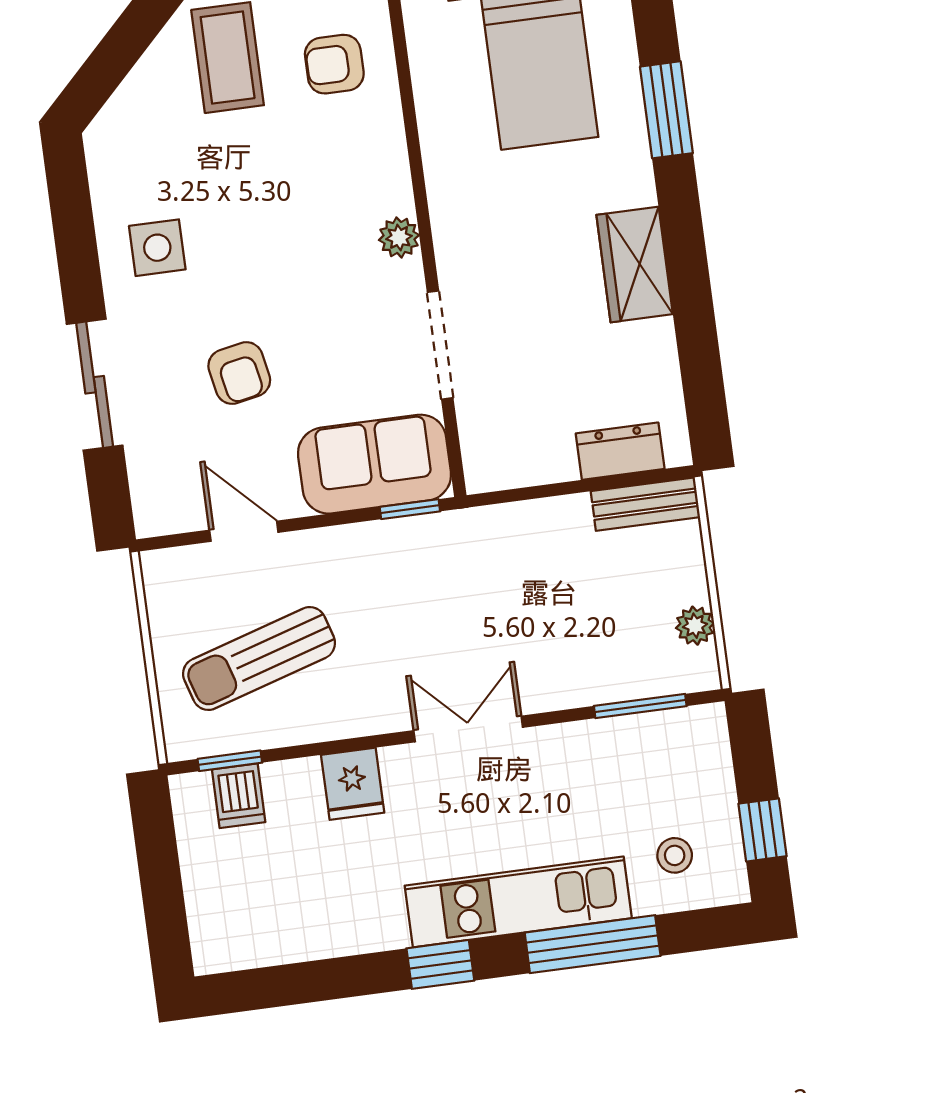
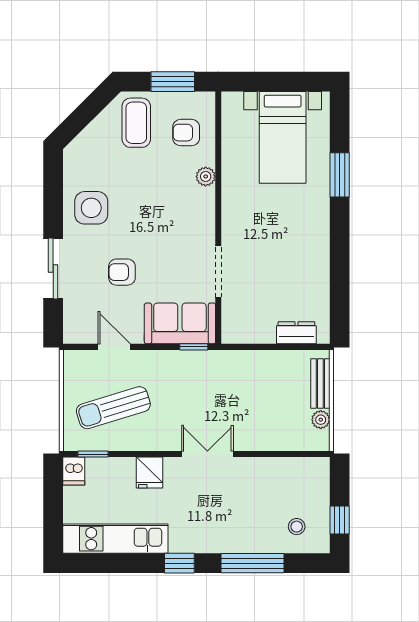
plant: (399, 237) -> (206, 176), moved
side table: (157, 248) -> (91, 208), width x1.37, depth x1.37
wardrobe: (635, 265) -> (315, 246), removed
armchair: (239, 373) -> (122, 272), turned 101
bench: (645, 504) -> (320, 384), moved, turned 90
window: (640, 706) -> (290, 454), removed
dishwasher: (239, 796) -> (74, 471), moved
kitchen unit: (518, 902) -> (115, 539), moved

